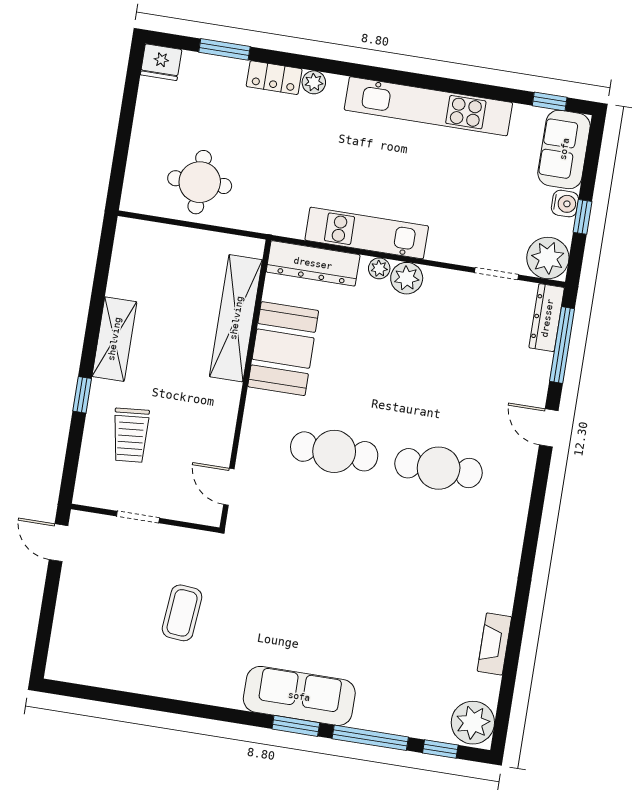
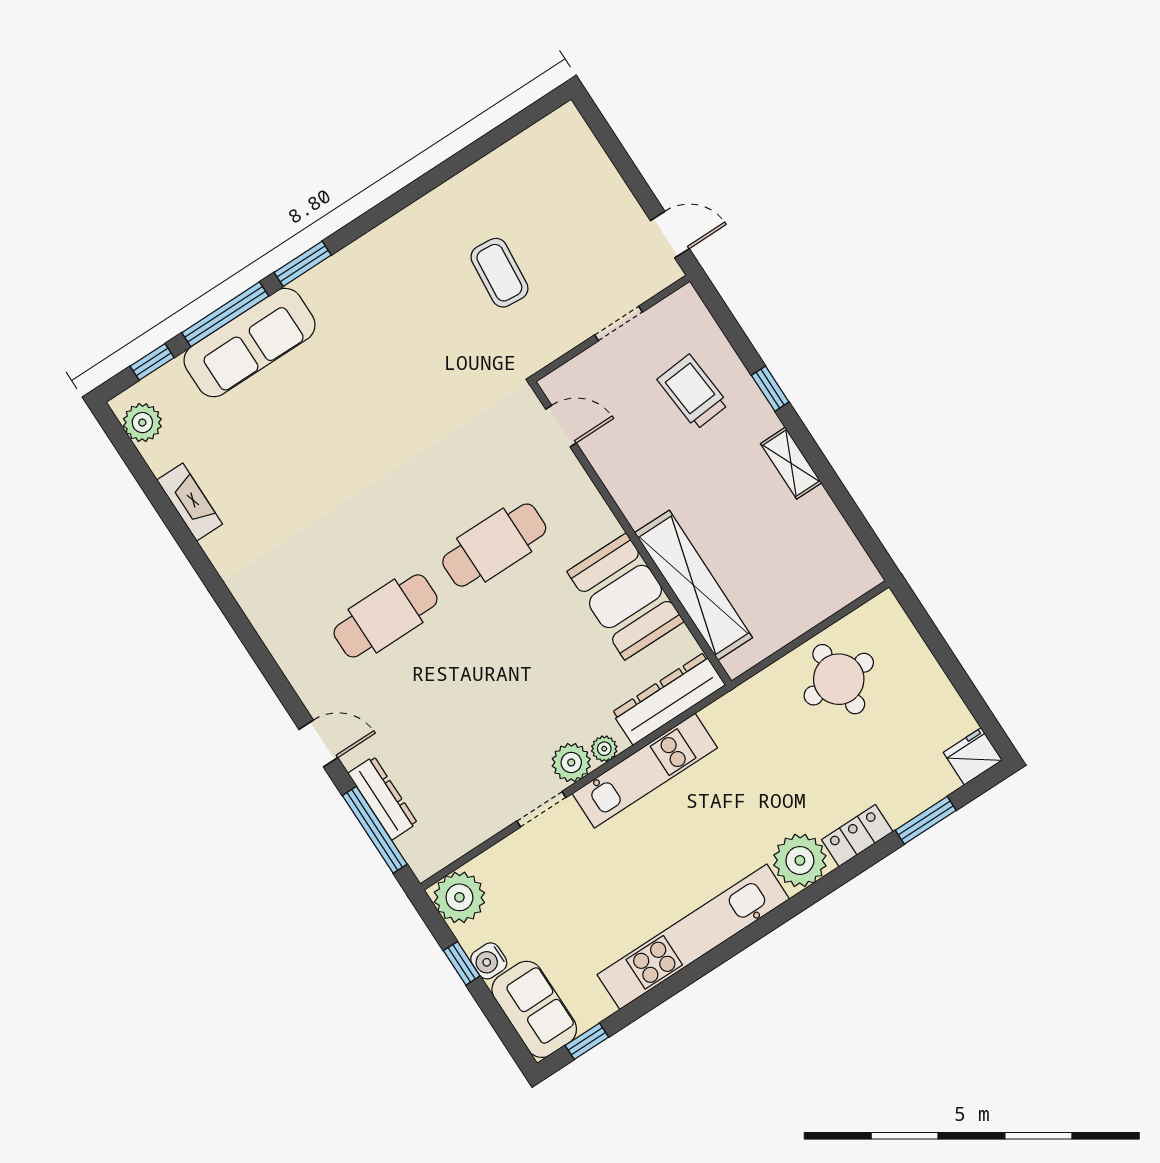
plant: (314, 82) -> (800, 860), width x1.87, depth x1.87
doorway: (497, 274) -> (541, 809), moved
dresser: (547, 318) -> (383, 798), moved
shelving: (114, 339) -> (791, 463), width x0.67, depth x0.75
sofa: (299, 696) -> (250, 343), moved
plant: (473, 723) -> (142, 423), width x0.73, depth x0.73

